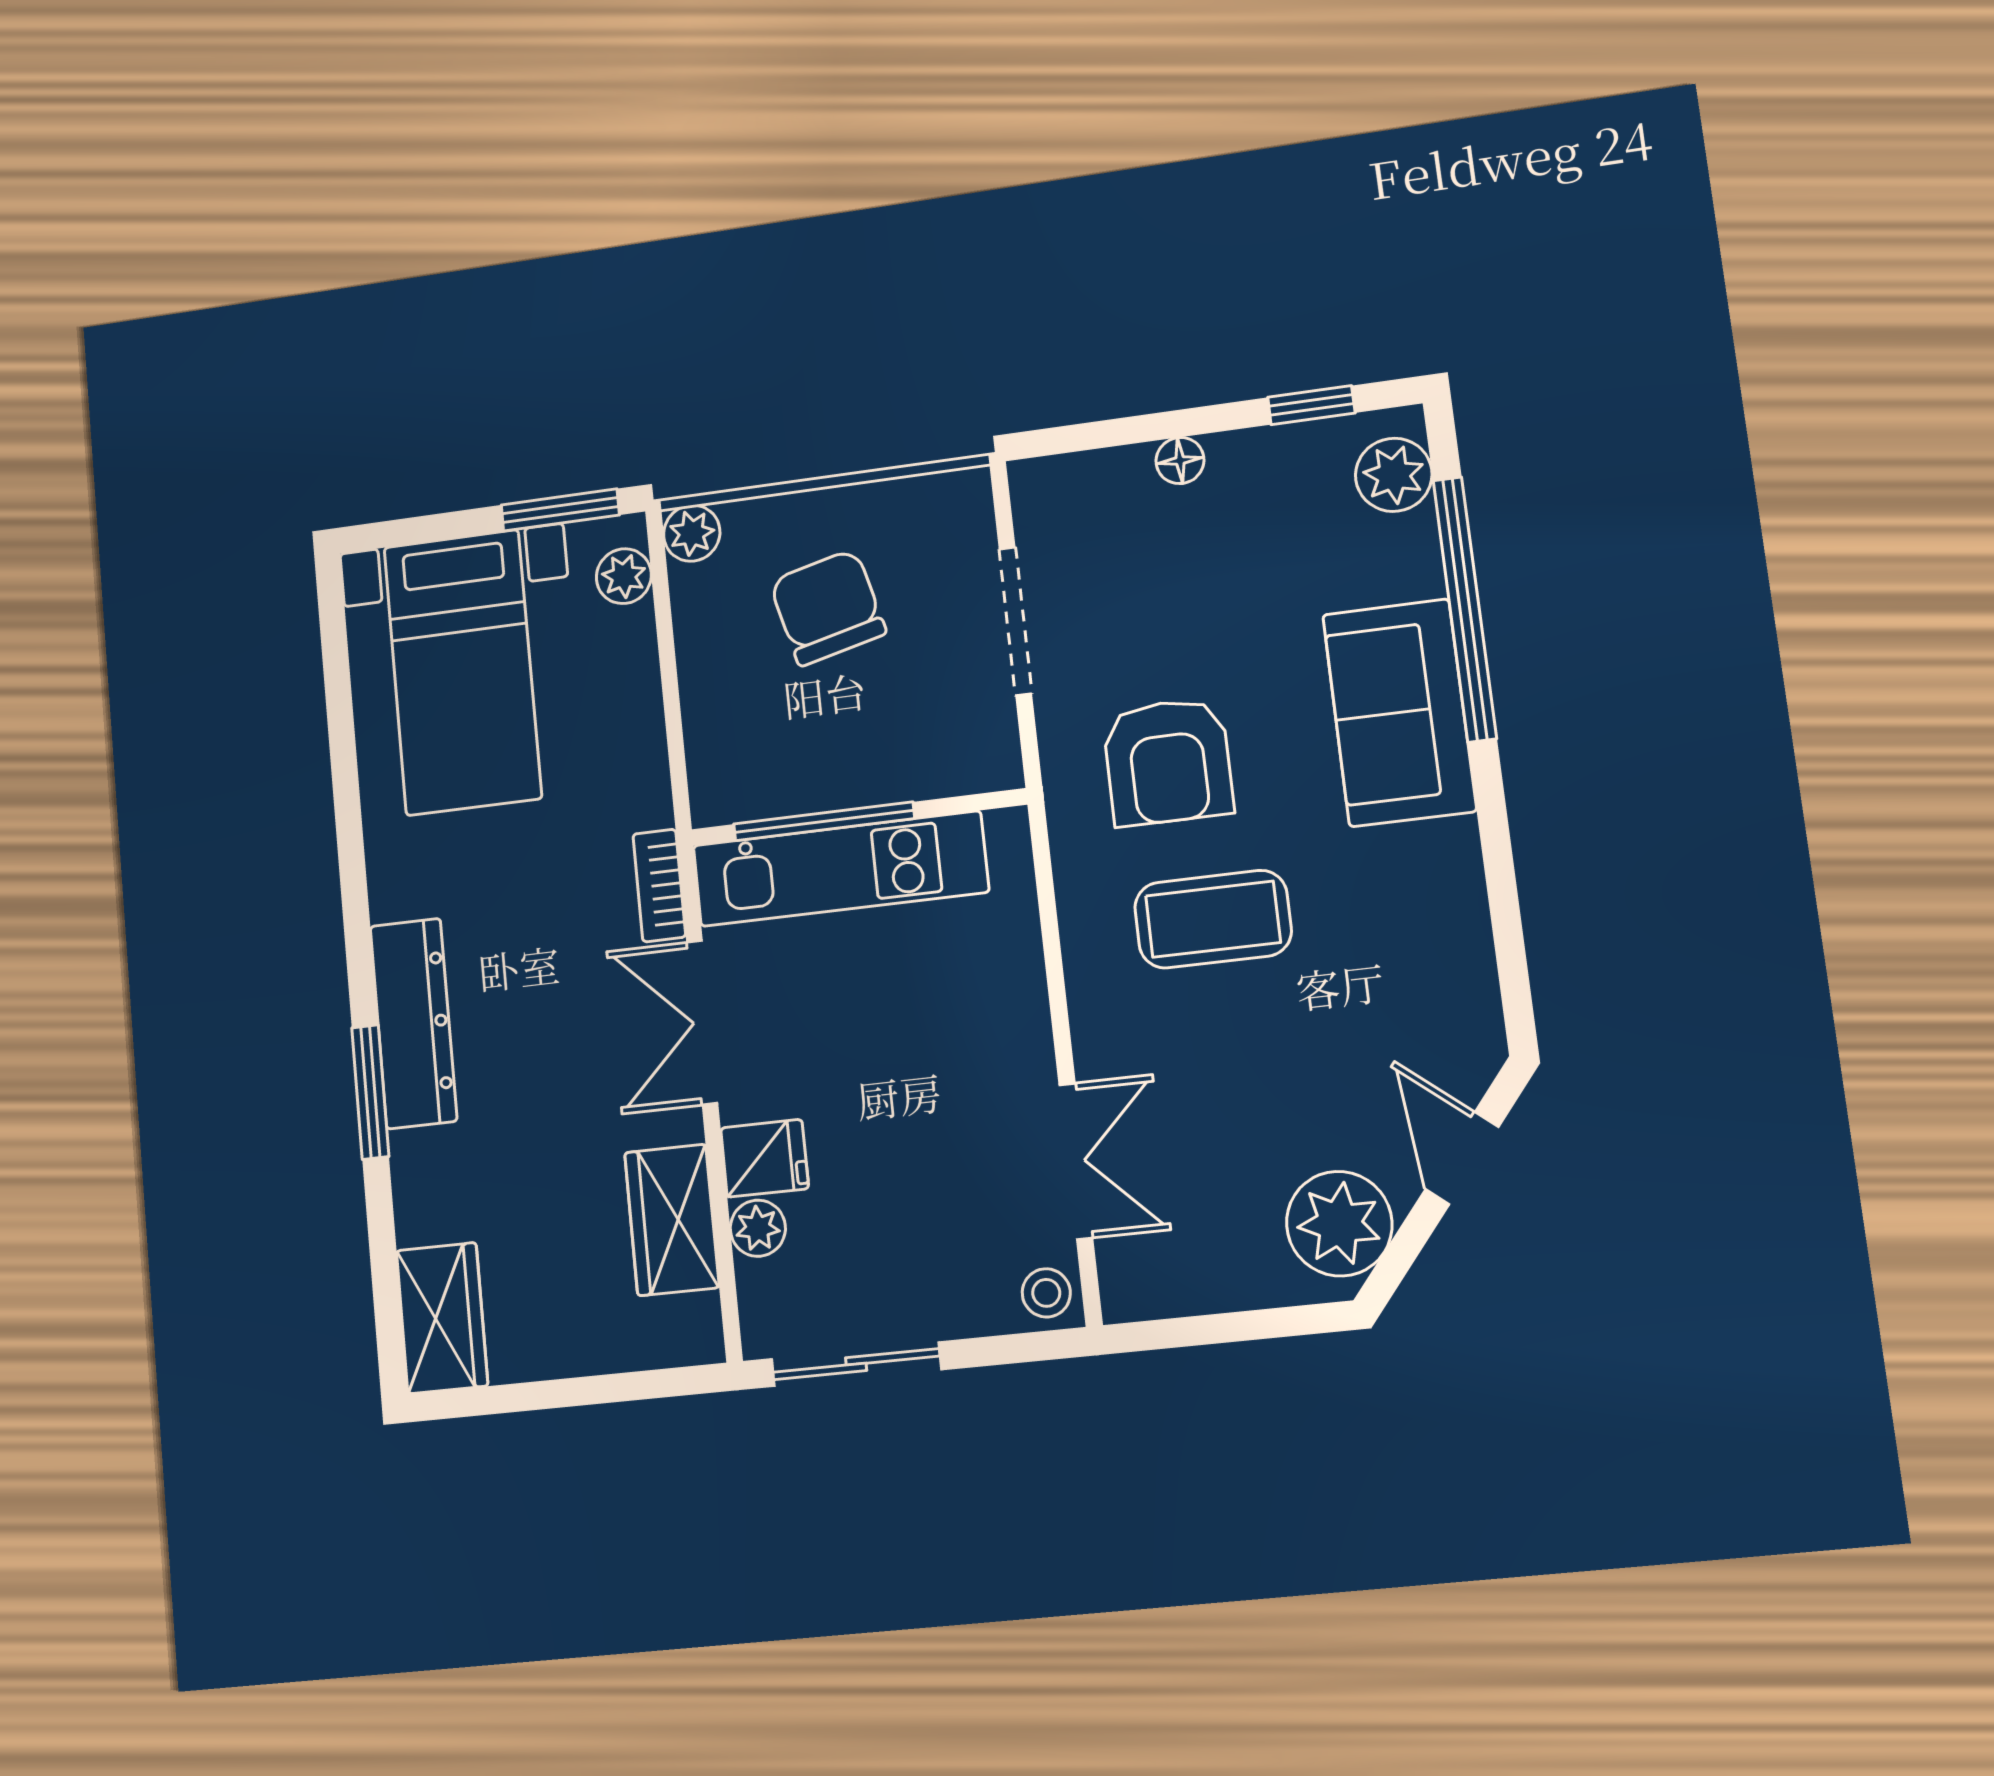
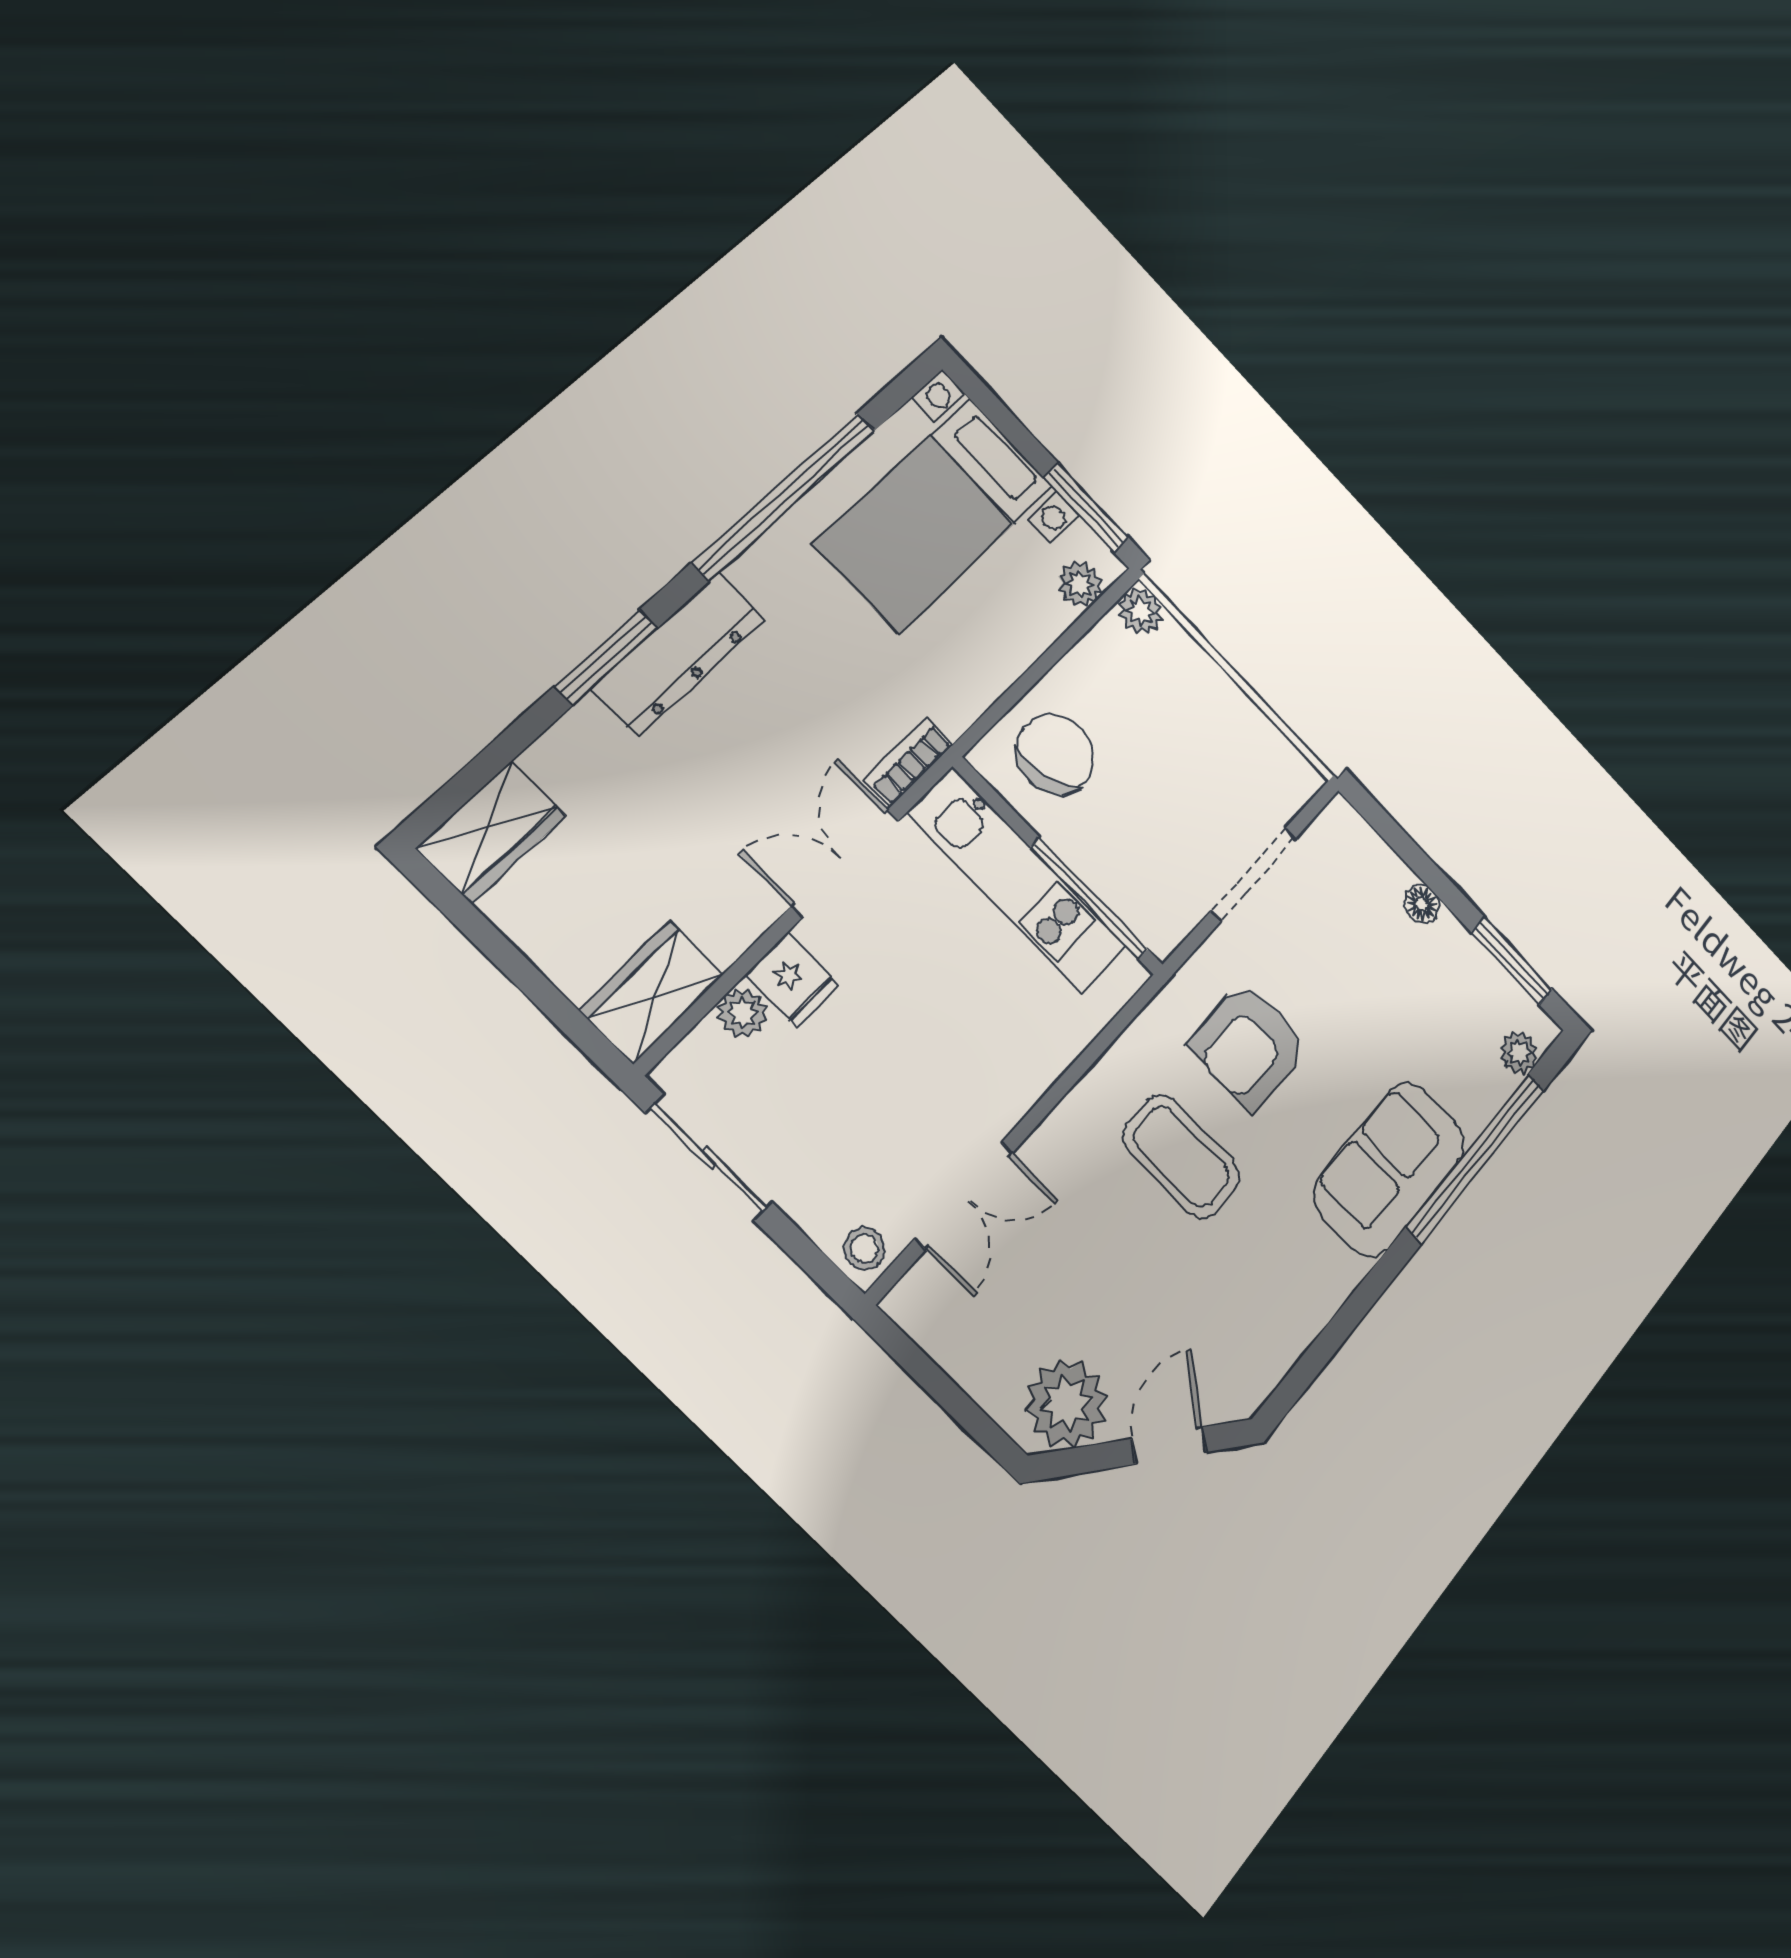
window: (1311, 405) -> (1512, 961), width x1.50
plant: (1394, 475) -> (1519, 1053), width x0.73, depth x0.73
chair: (828, 607) -> (1055, 754), moved
window: (347, 807) -> (784, 496), added
window: (824, 821) -> (1089, 898), moved
wardrobe: (672, 1220) -> (652, 992), moved

